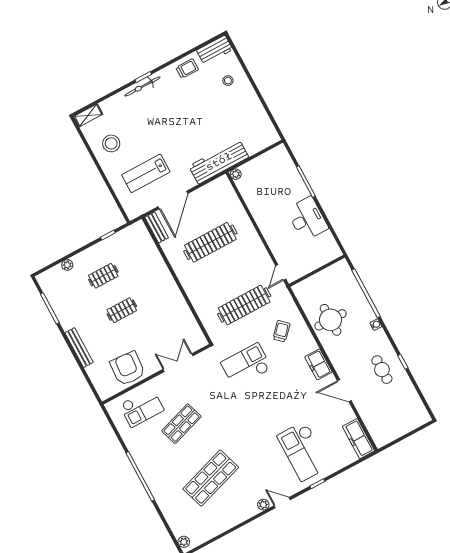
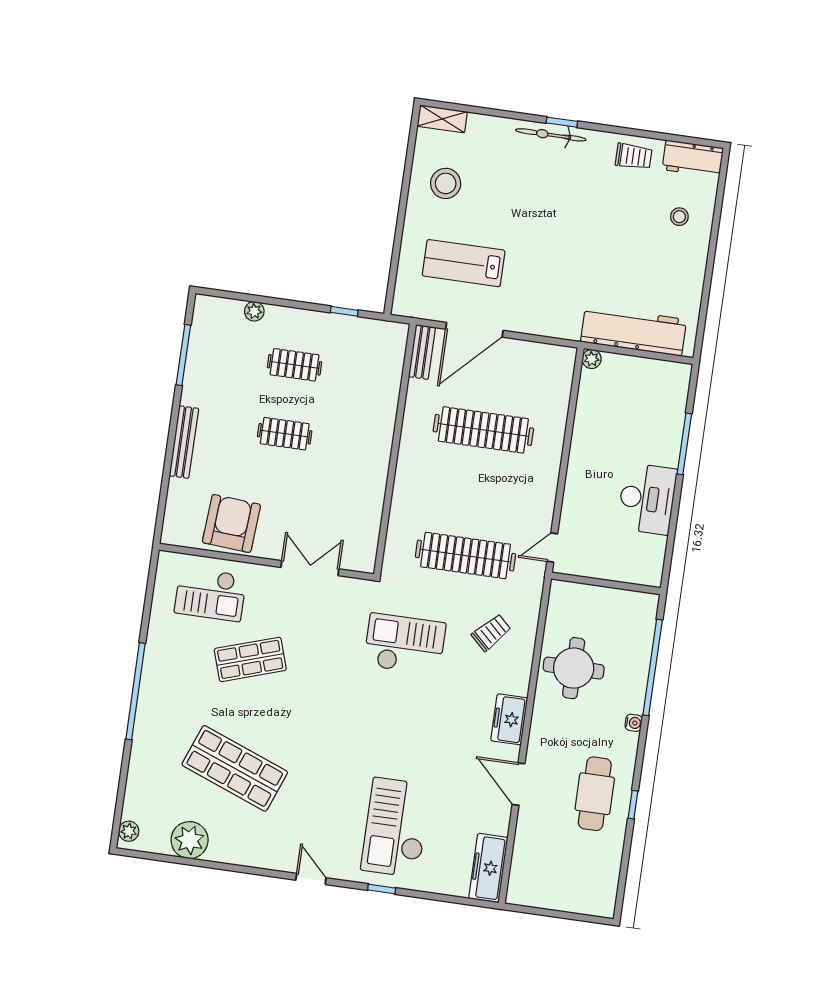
workbench: (219, 162) -> (634, 331), moved
cafe table: (382, 370) -> (595, 794), width x1.37, depth x1.35
shop shelf: (211, 478) -> (235, 768), turned 39
plant: (263, 505) -> (190, 840), moved, width x1.88, depth x1.88

